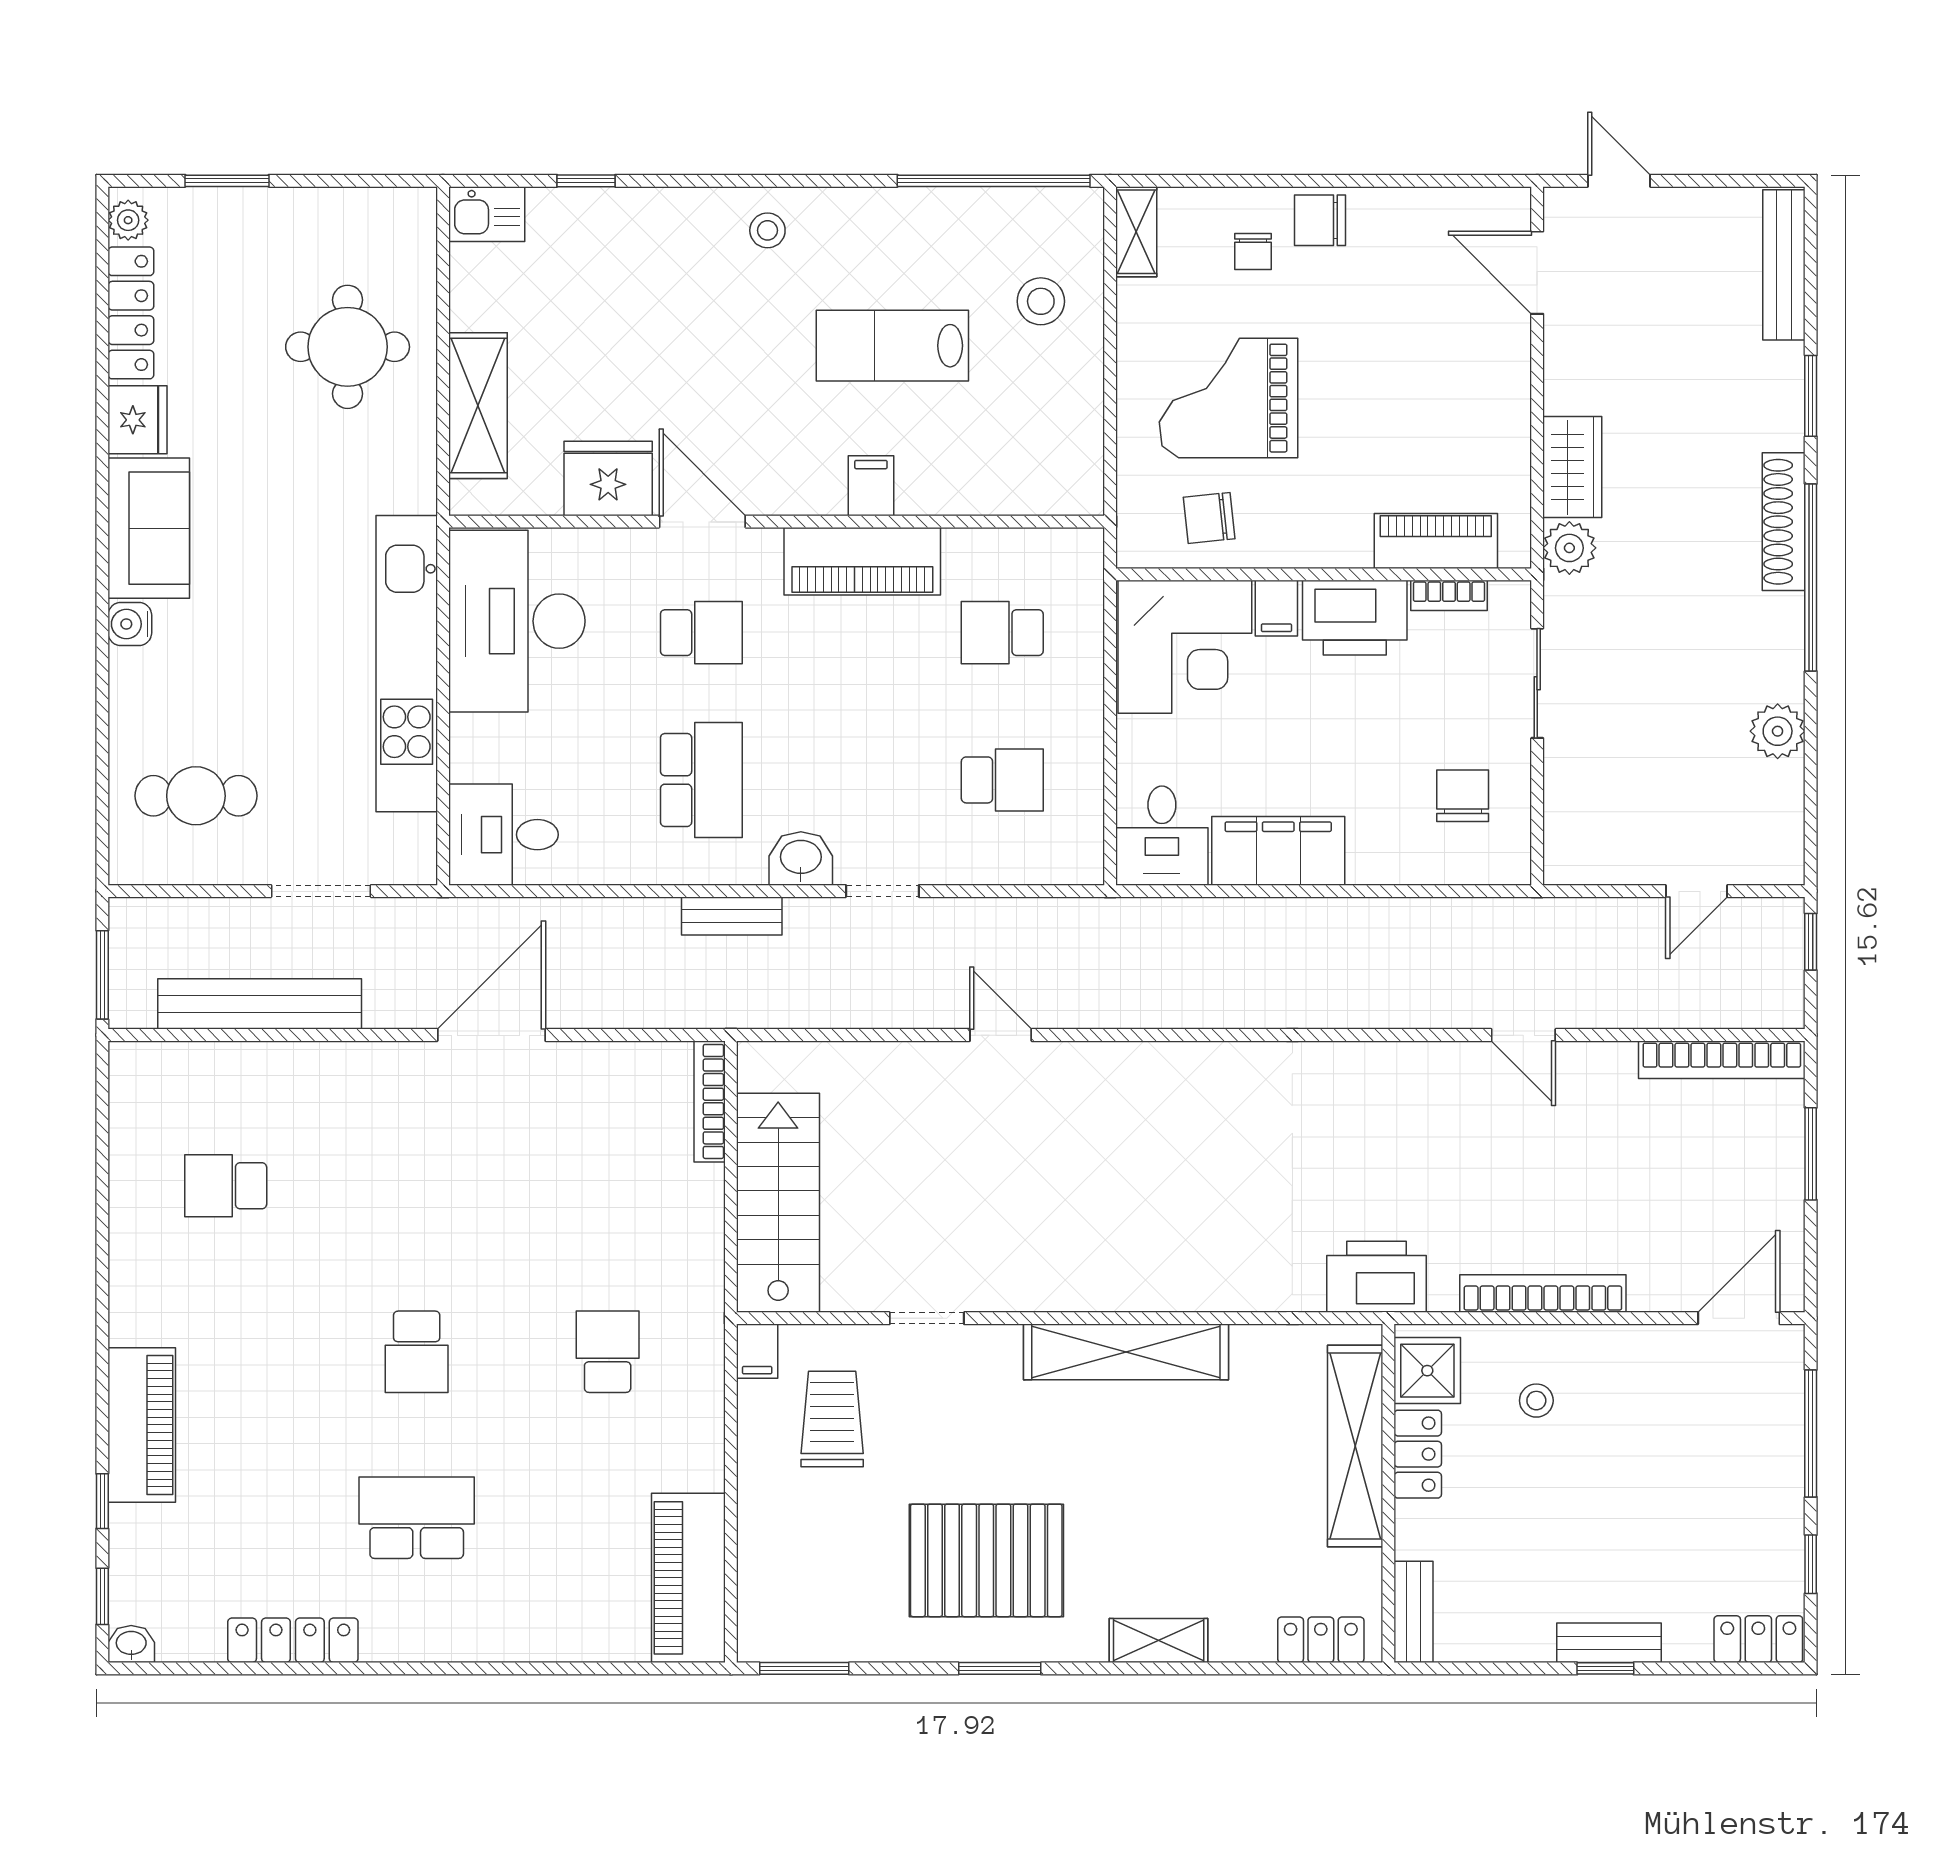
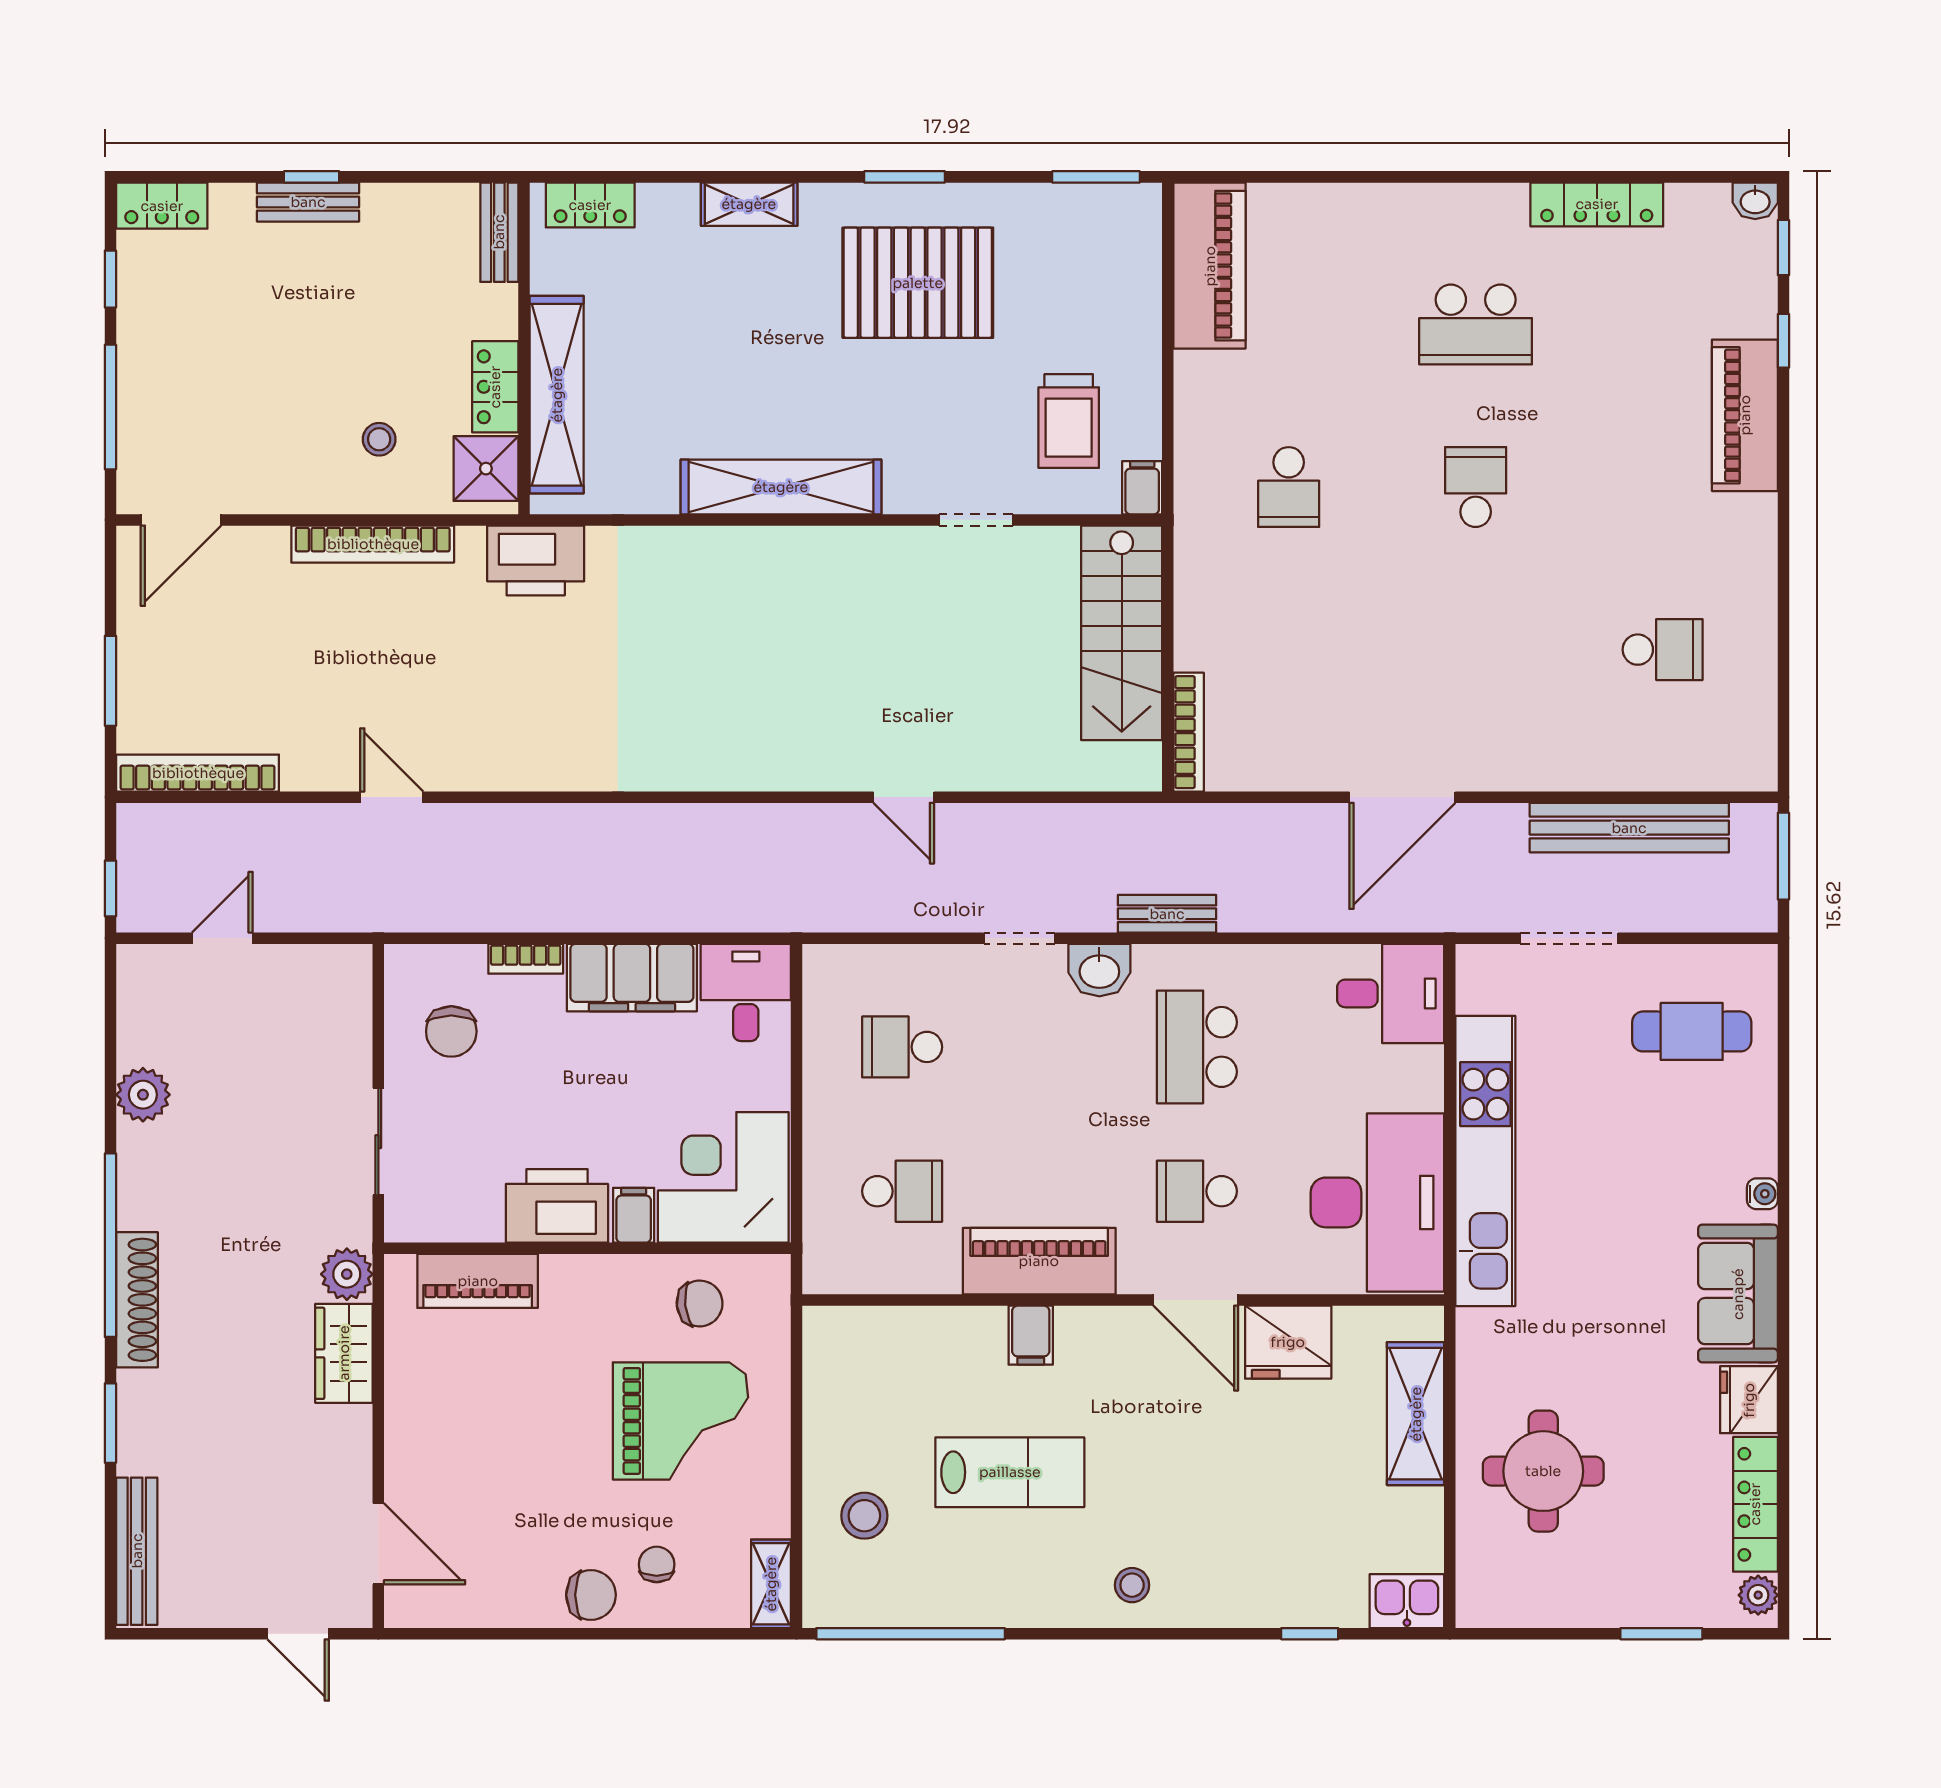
bookcase: (1449, 595) -> (526, 959), moved, turned 180
water cooler: (130, 624) -> (1762, 1194), width x0.72, depth x0.72

